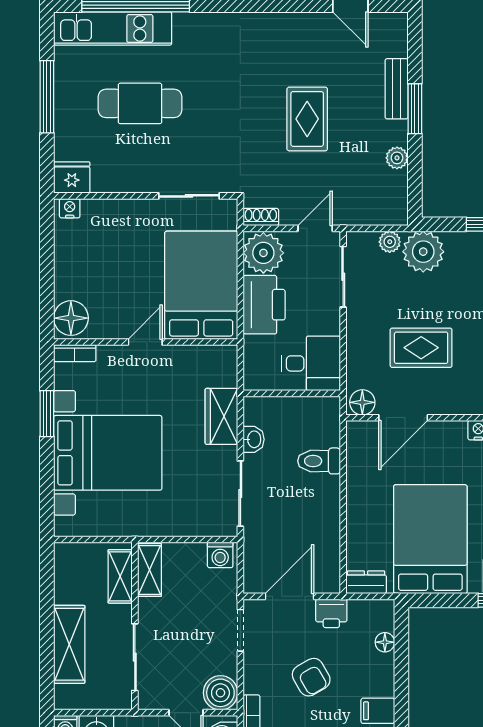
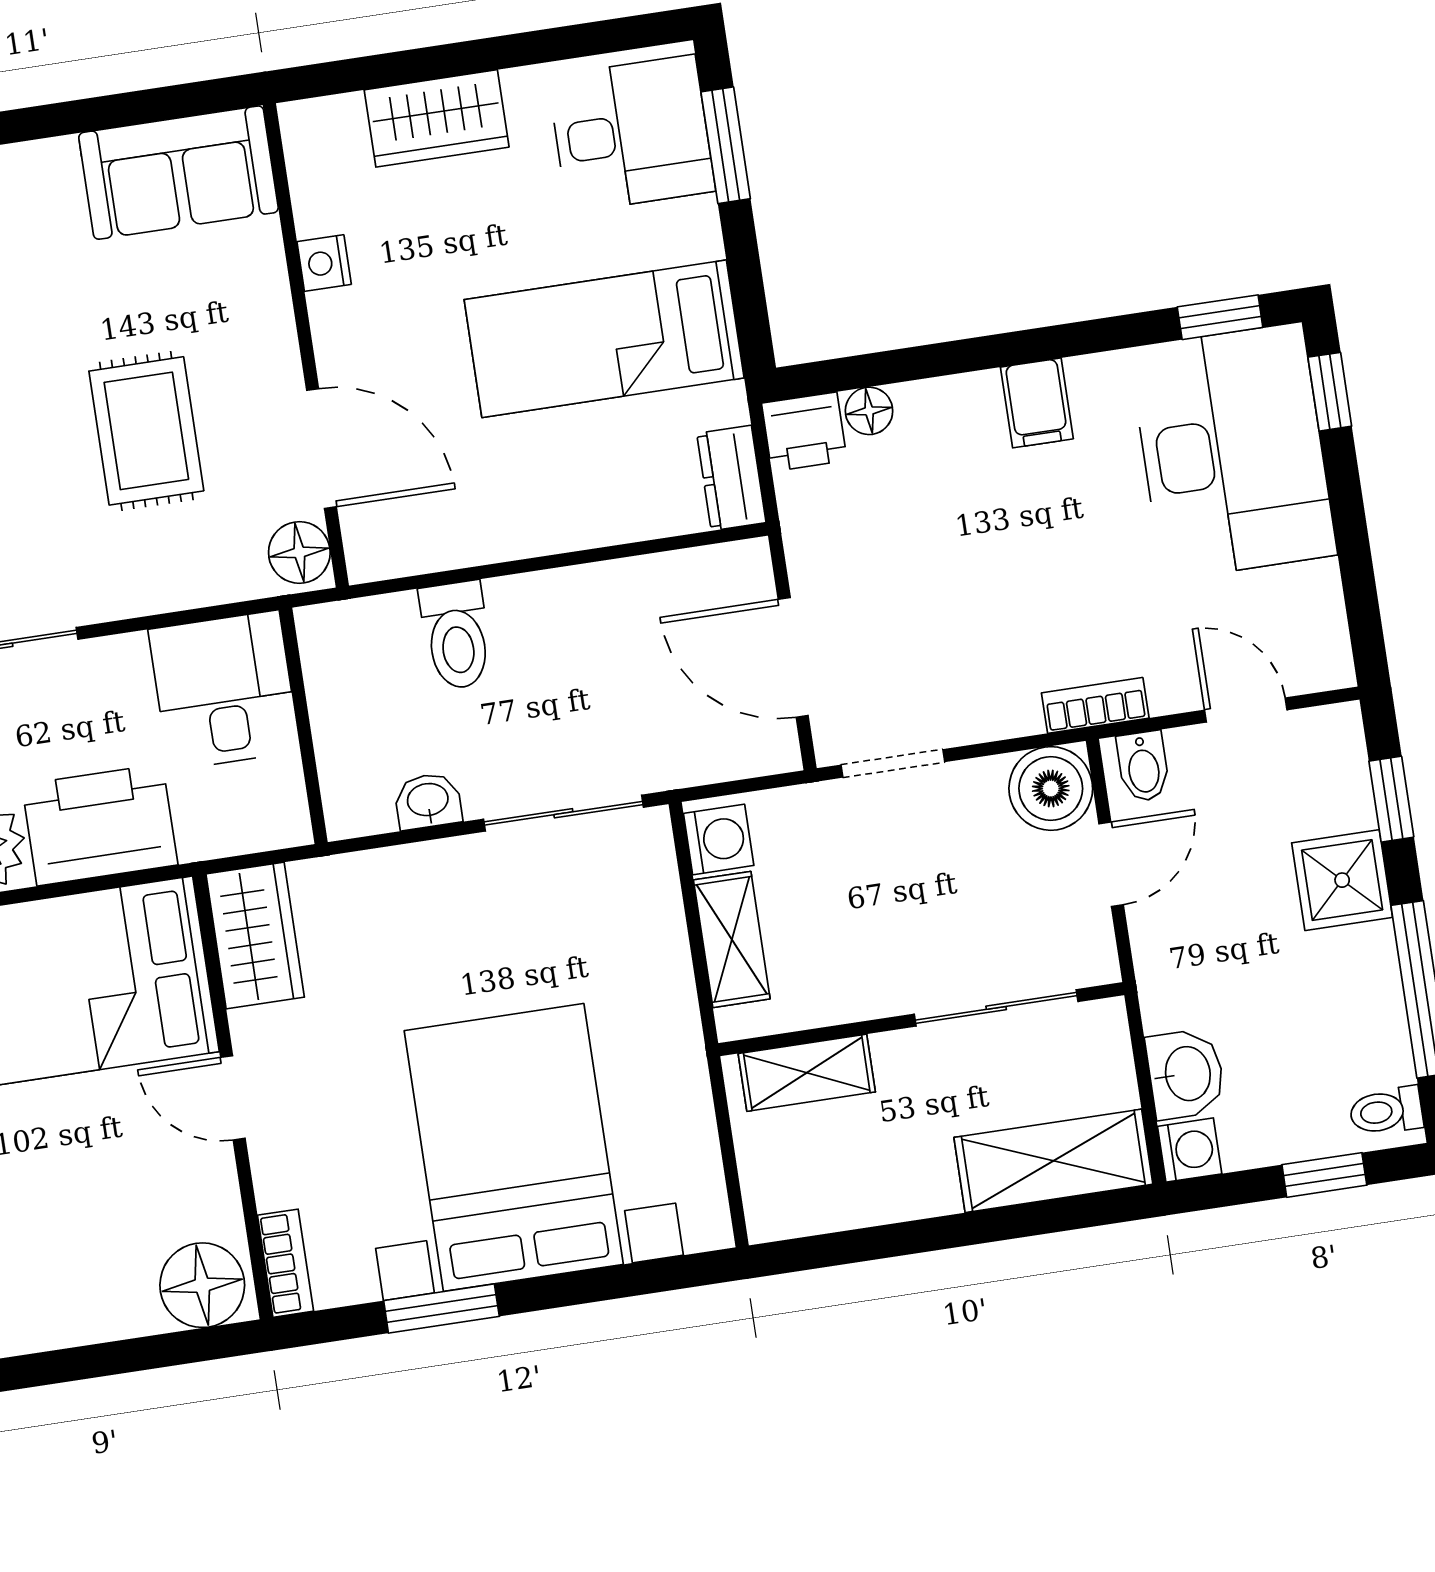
wardrobe: (221, 416) -> (255, 936), moved, turned -90
bed: (430, 539) -> (604, 339), width x0.67
shelving: (149, 570) -> (732, 939), moved, turned 90
printer: (331, 613) -> (804, 432), moved, turned 90
shelving: (69, 644) -> (1053, 1161), moved
armchair: (311, 677) -> (980, 576), removed

